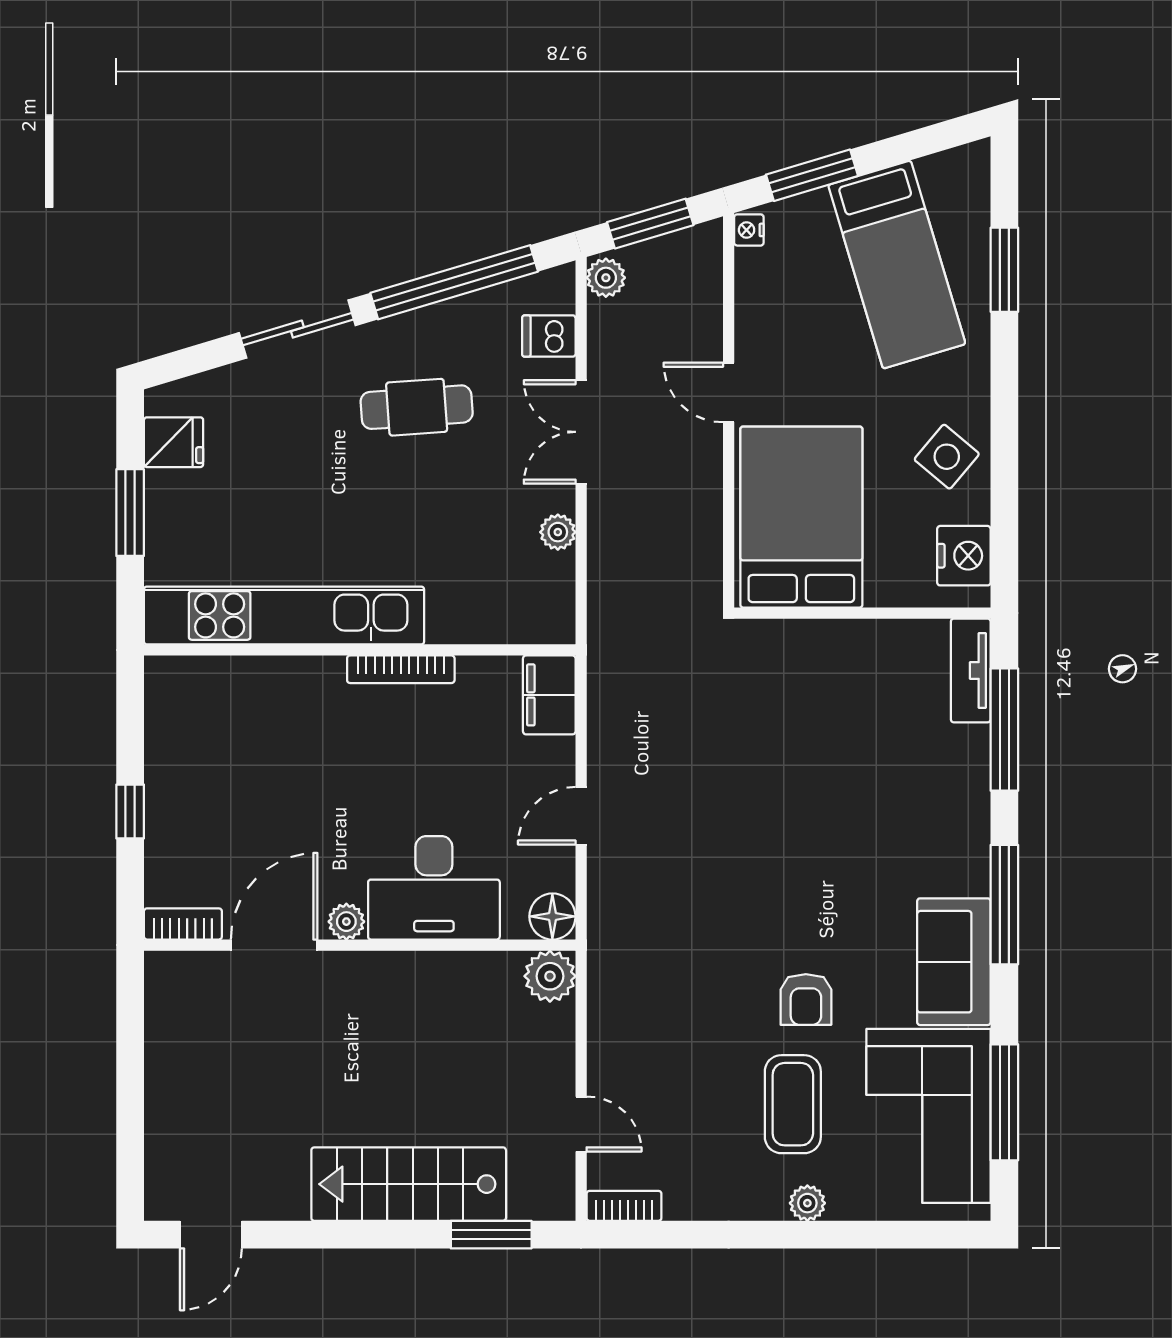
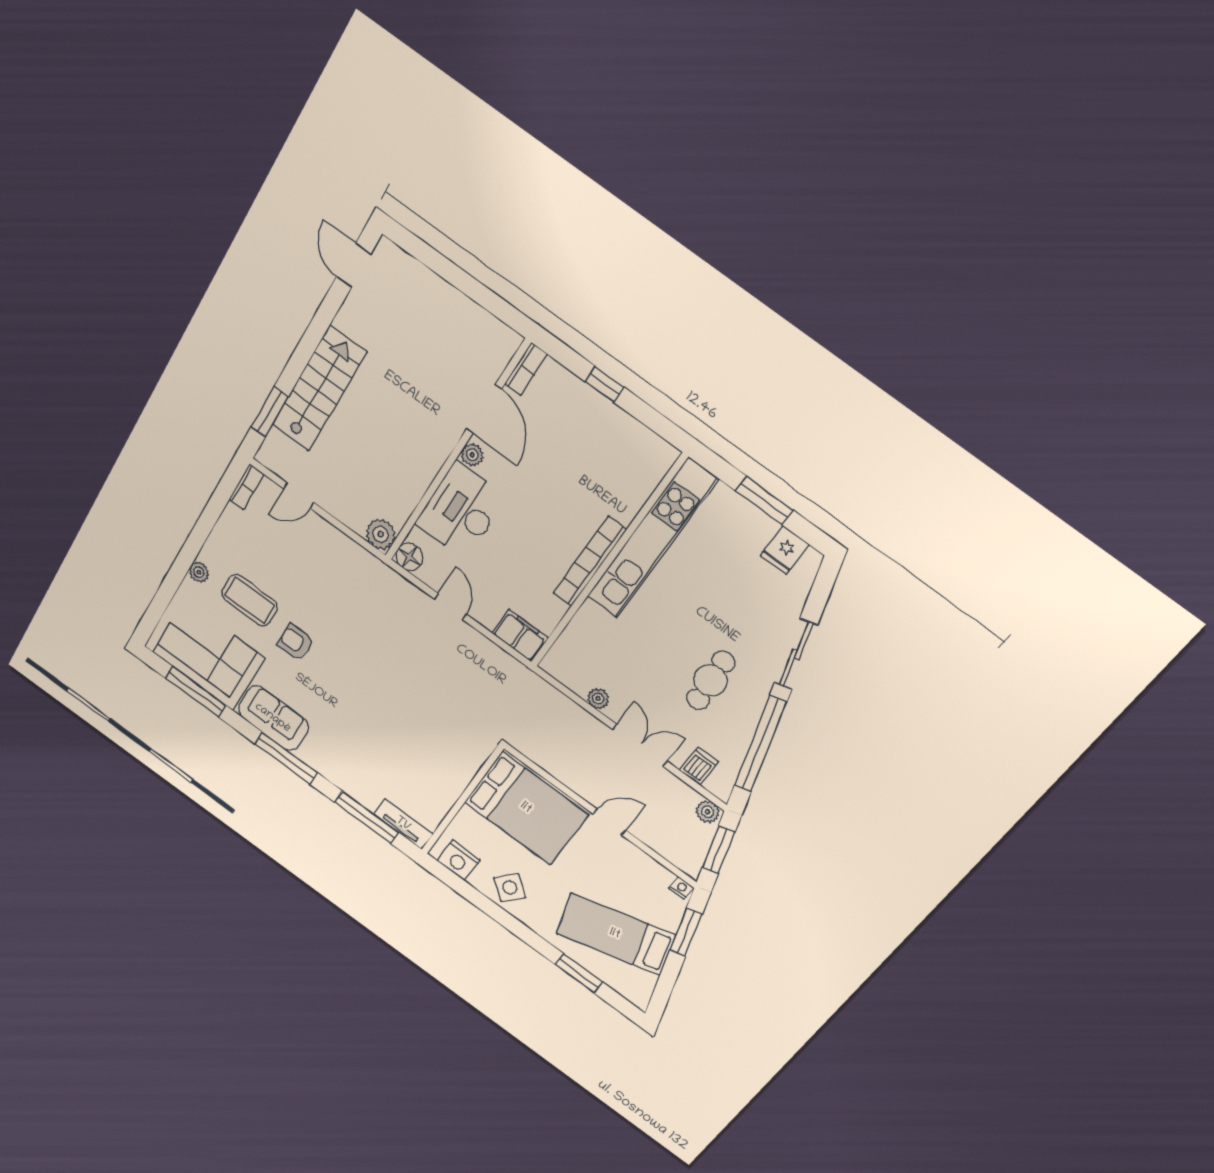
bookcase: (401, 669) -> (590, 562), width x1.48, depth x1.31

